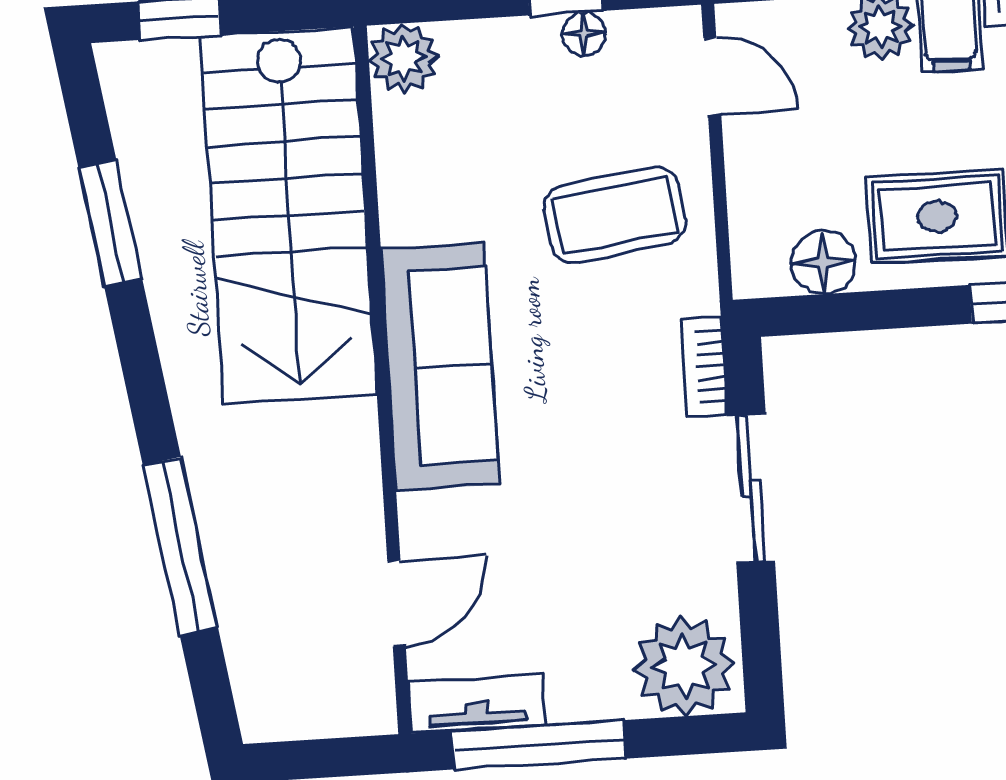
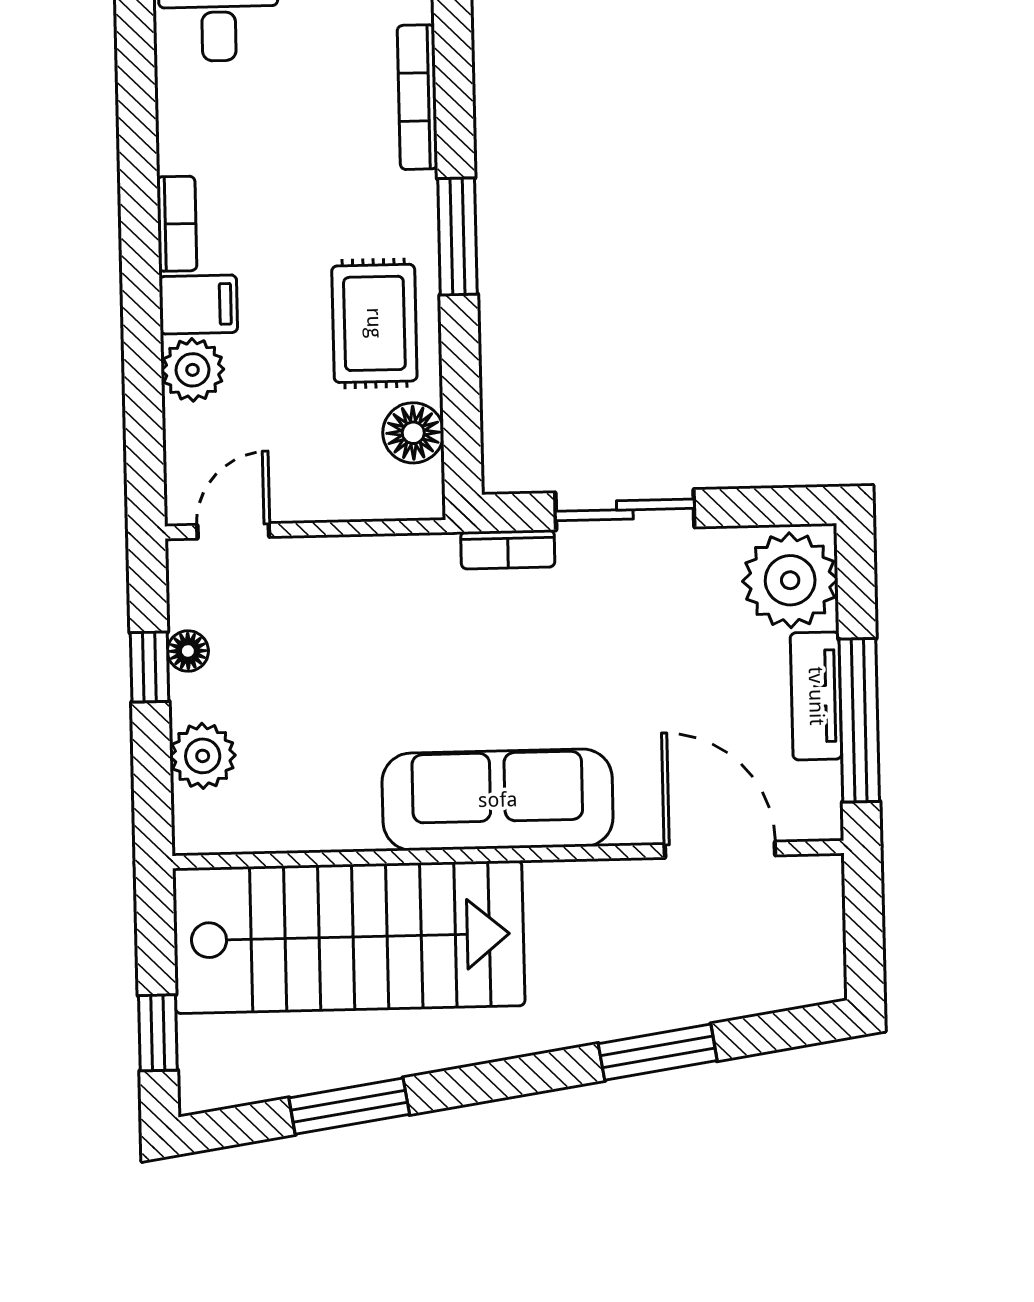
plant: (403, 58) -> (203, 756), moved
coffee table: (615, 215) -> (361, 628), removed
window: (180, 546) -> (658, 1052), width x0.69
door: (397, 603) -> (720, 850), width x1.37
tv unit: (477, 704) -> (816, 696), moved

